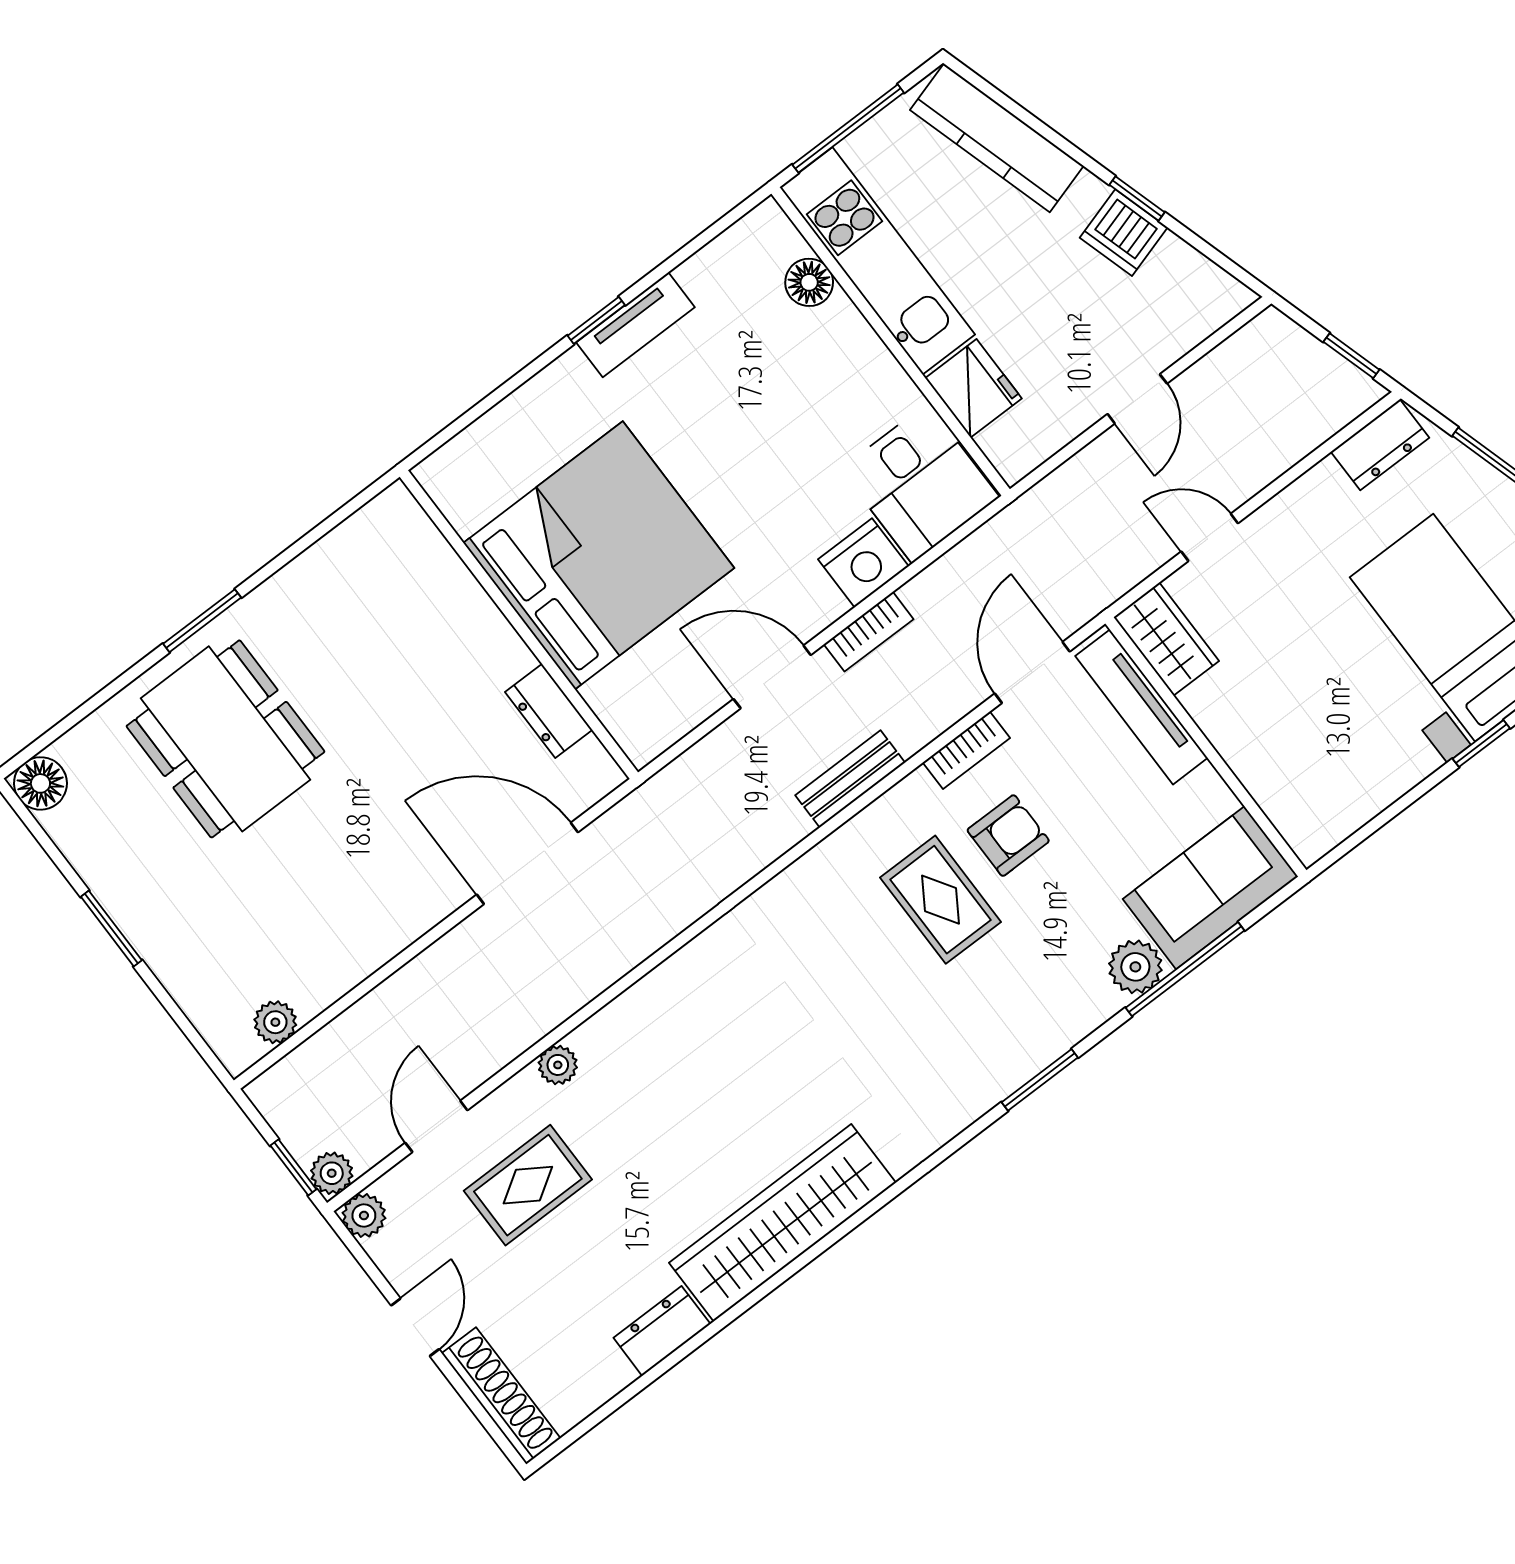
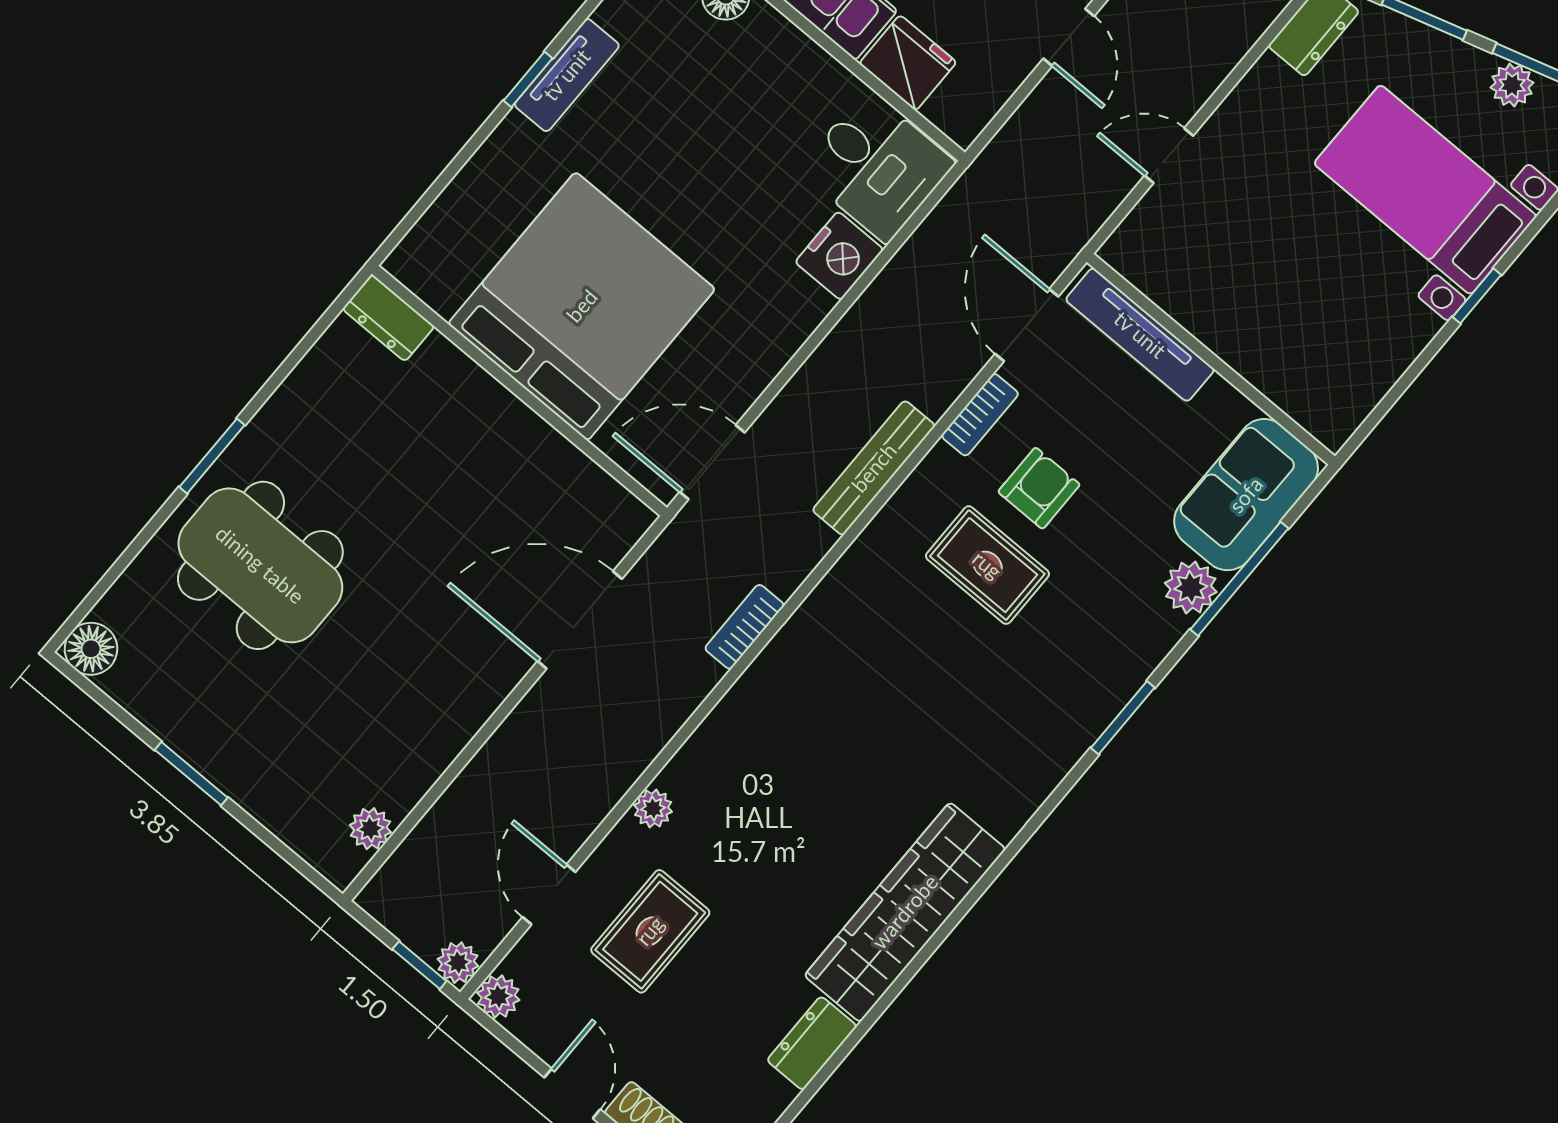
bookcase: (869, 632) -> (745, 627), moved, turned 180
wardrobe: (1166, 639) -> (1149, 264), removed
door: (772, 677) -> (712, 462), moved
dresser: (549, 711) -> (388, 318), moved
bench: (850, 779) -> (874, 468), width x1.36

